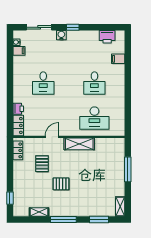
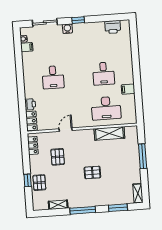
filing cabinet: (118, 59) -> (128, 89), moved
shelving: (79, 144) -> (109, 133), moved
pallet: (61, 184) -> (92, 172), moved
pallet: (22, 188) -> (39, 183), added
window: (10, 198) -> (28, 180), moved

